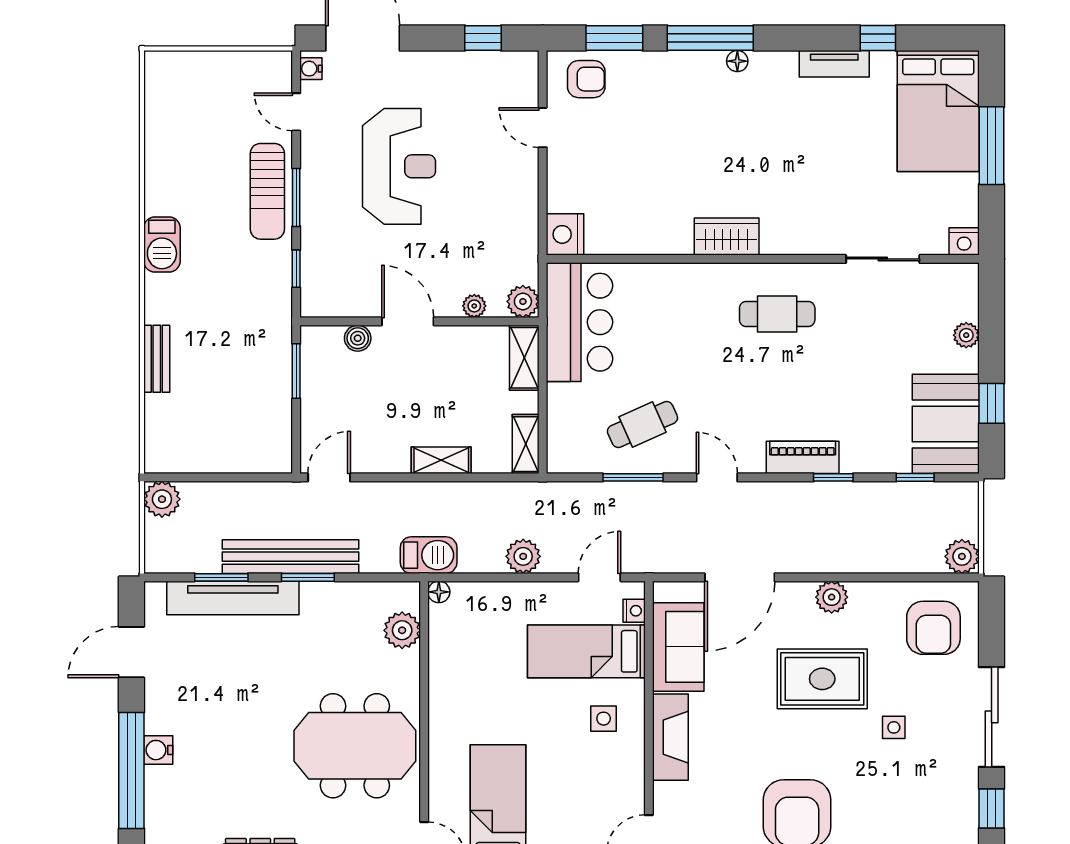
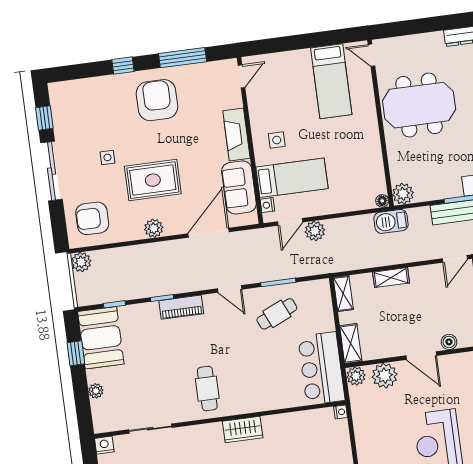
nightstand: (565, 234) -> (341, 412), width x0.53, depth x0.56
plant: (474, 306) -> (385, 376), width x1.87, depth x1.87
cafe table: (777, 314) -> (207, 389), turned 90
plant: (523, 556) -> (315, 231), moved
armchair: (933, 628) -> (92, 218), turned -90
plant: (402, 630) -> (403, 194), moved

